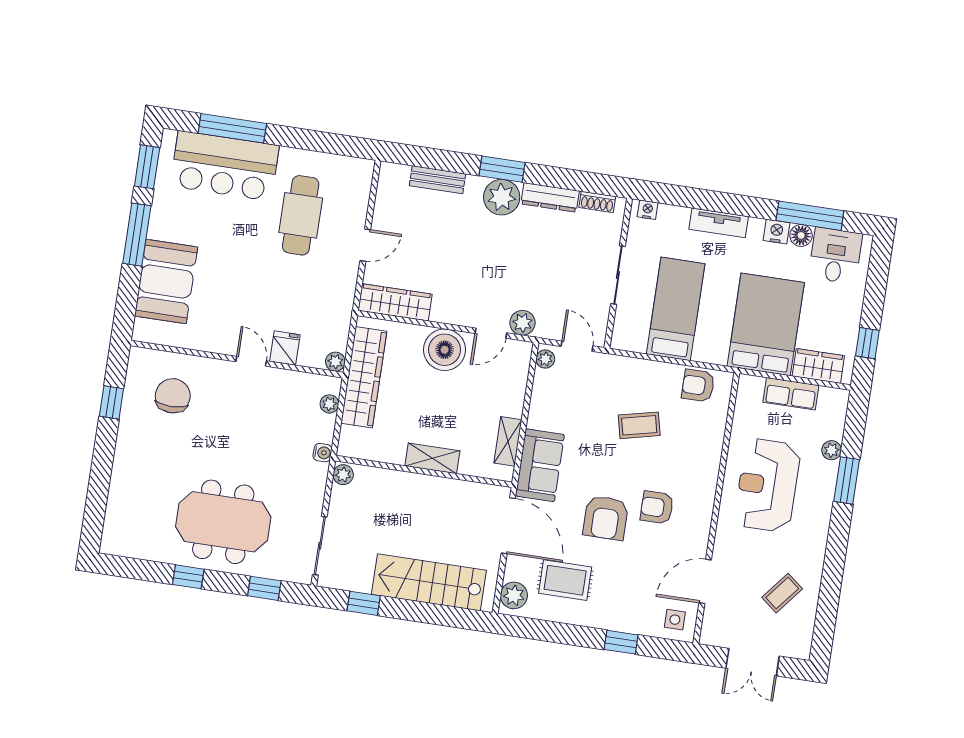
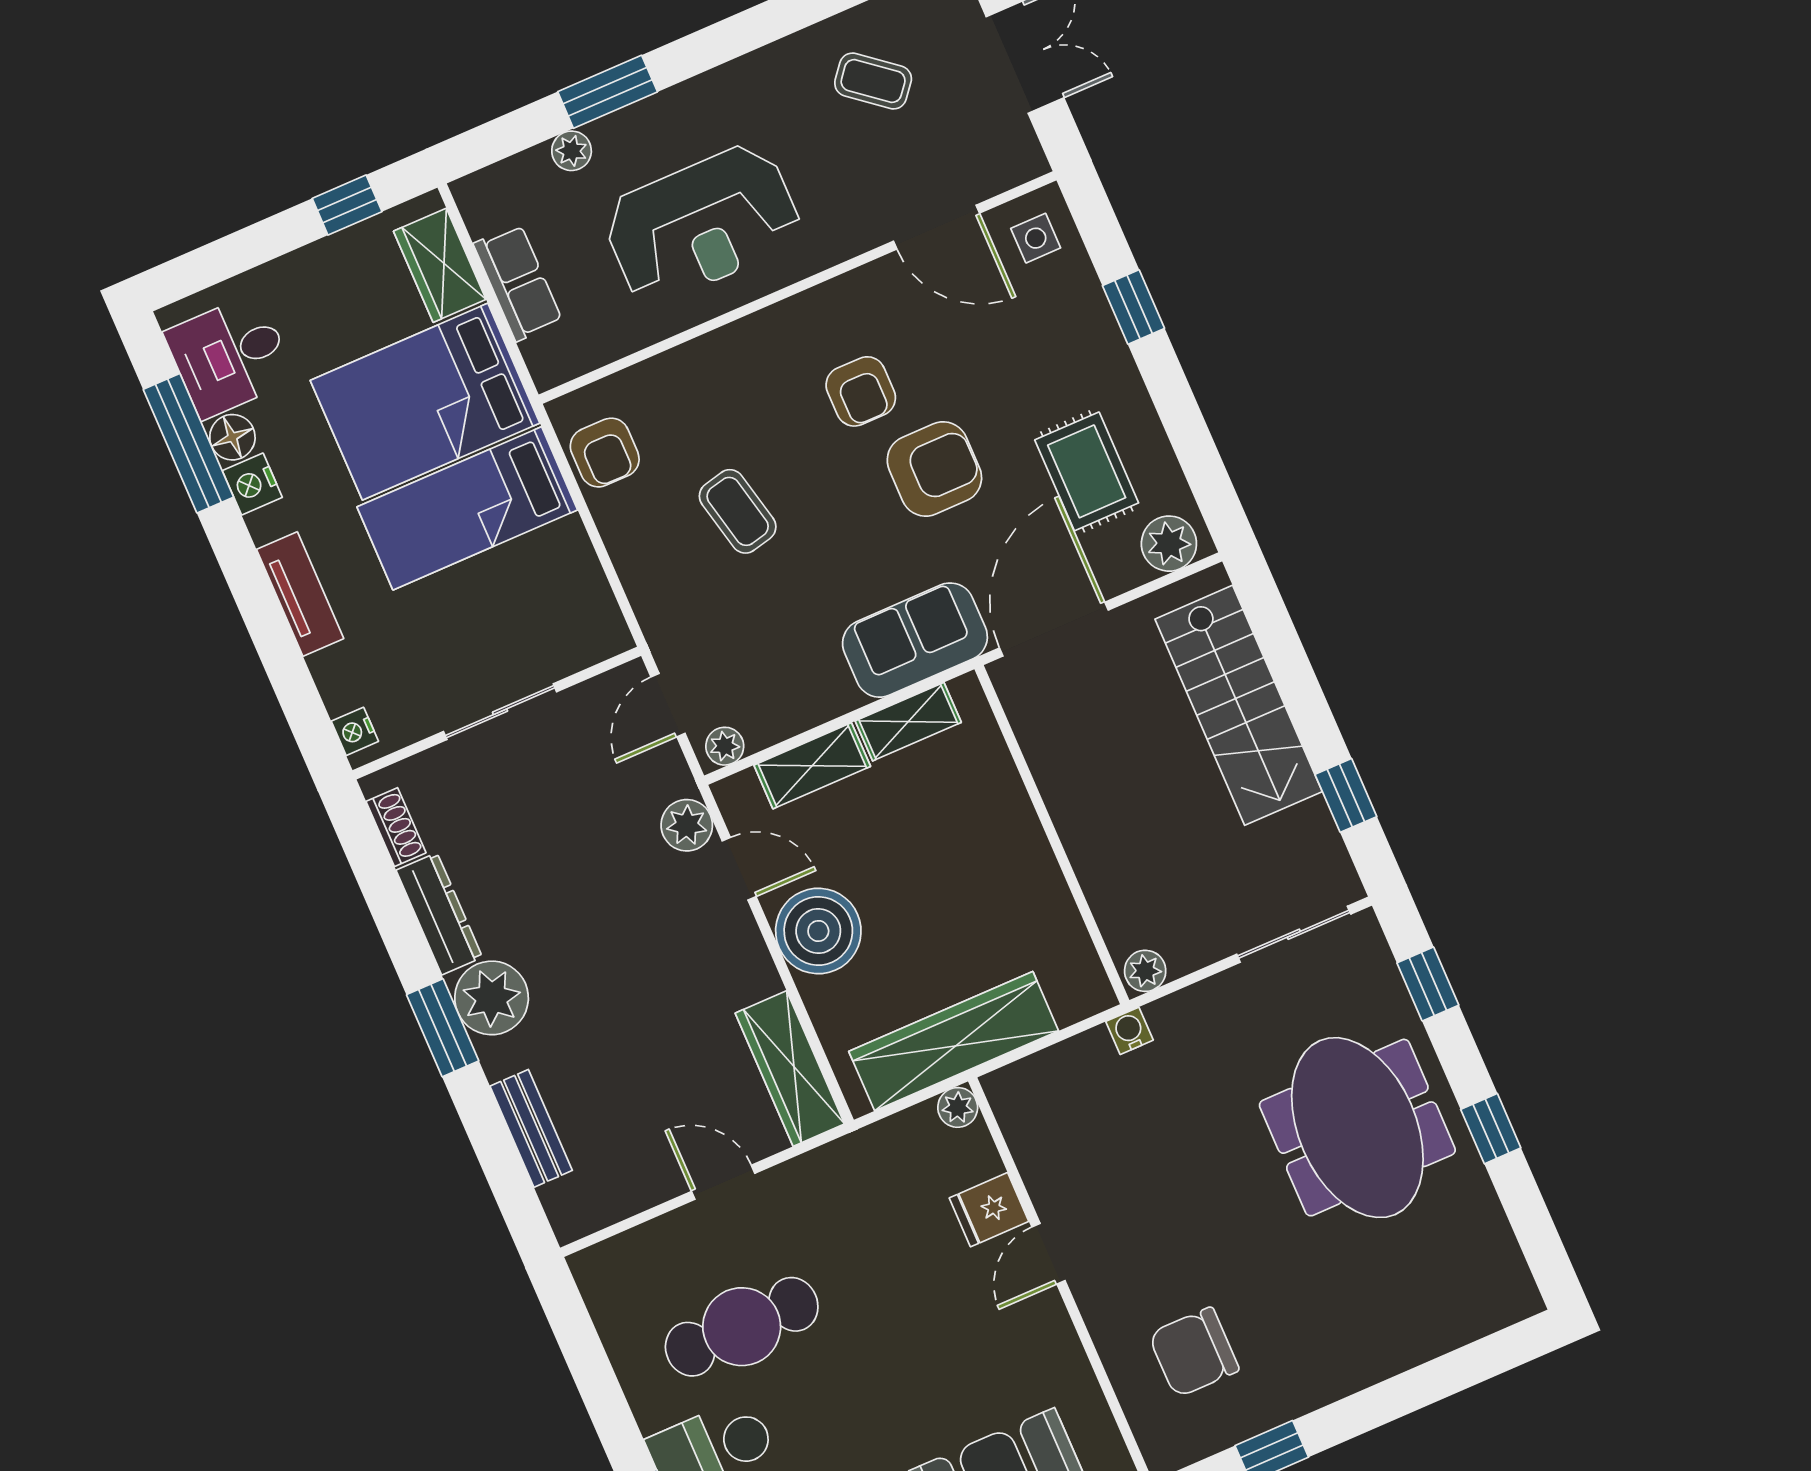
bed: (676, 309) -> (467, 508), moved
plant: (329, 404) -> (1037, 1072), removed
shelving: (432, 458) -> (812, 766), moved, turned 90

